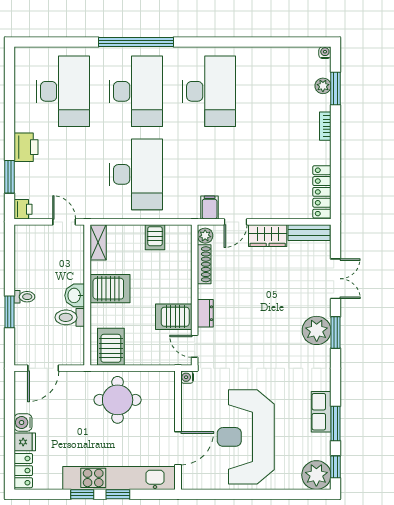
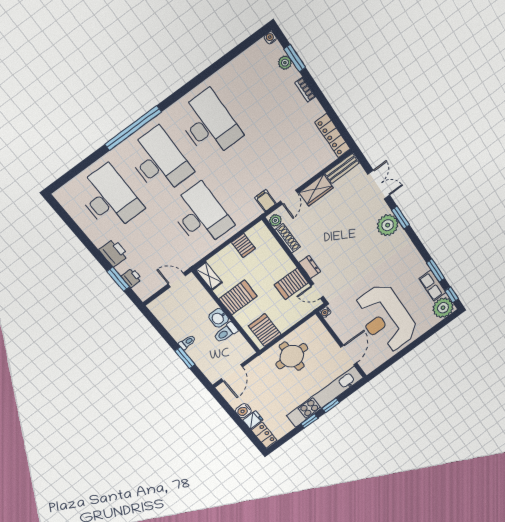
printer: (23, 209) -> (132, 278), moved
row of seats: (321, 412) -> (432, 286), moved

